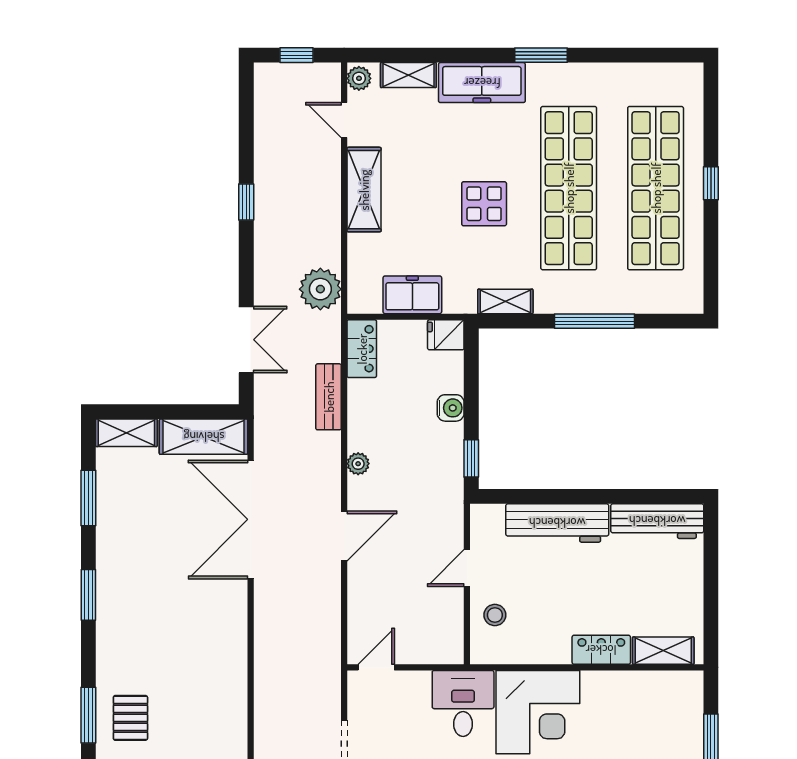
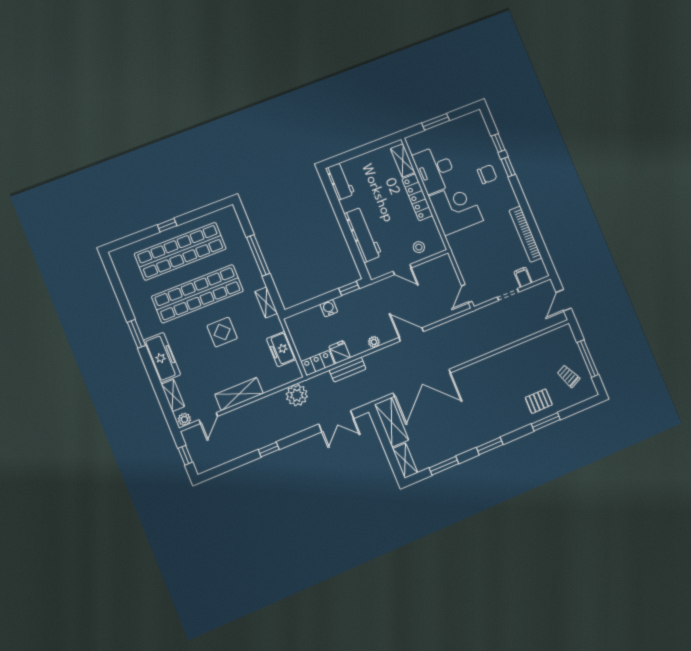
fridge: (446, 335) -> (340, 352), moved, turned 180
double door: (246, 340) -> (336, 421), swing flipped
workbench: (657, 521) -> (340, 181), width x0.73
locker: (601, 650) -> (417, 197), width x1.53
door: (376, 667) -> (467, 294), hinge flipped
desk: (463, 703) -> (435, 169), moved, width x1.37

